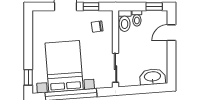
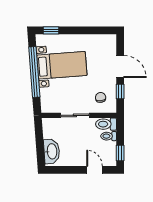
bed with nightstands: (64, 66) -> (62, 65), width x0.73
sliding door: (116, 68) -> (75, 115), moved

